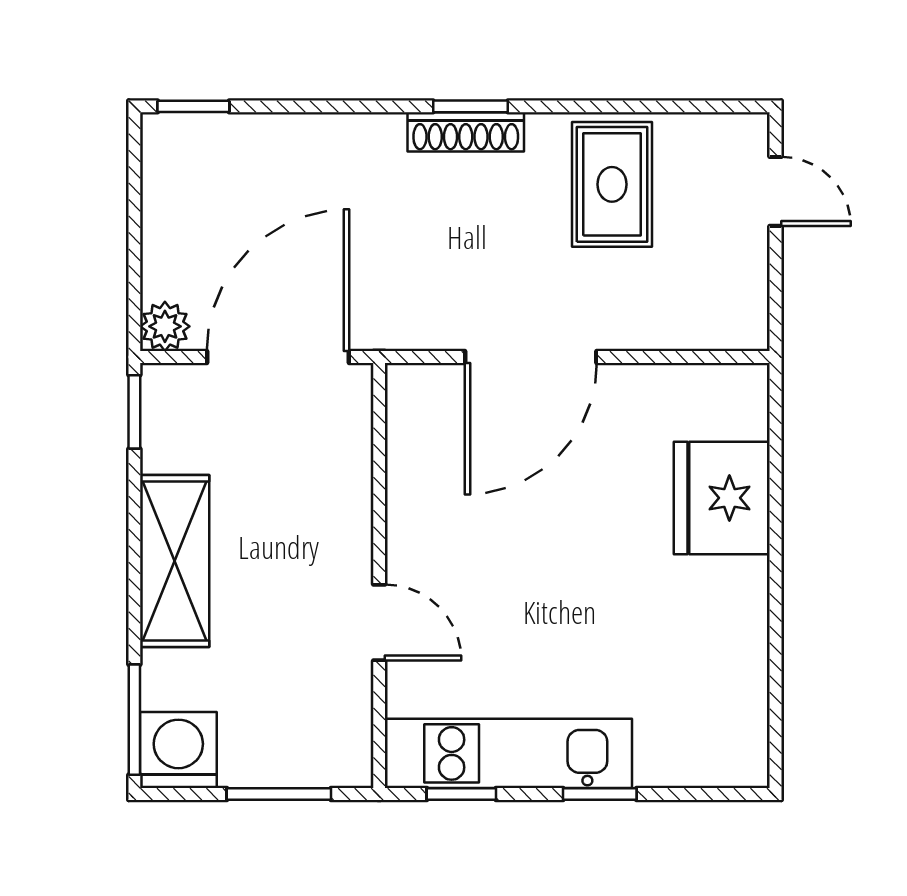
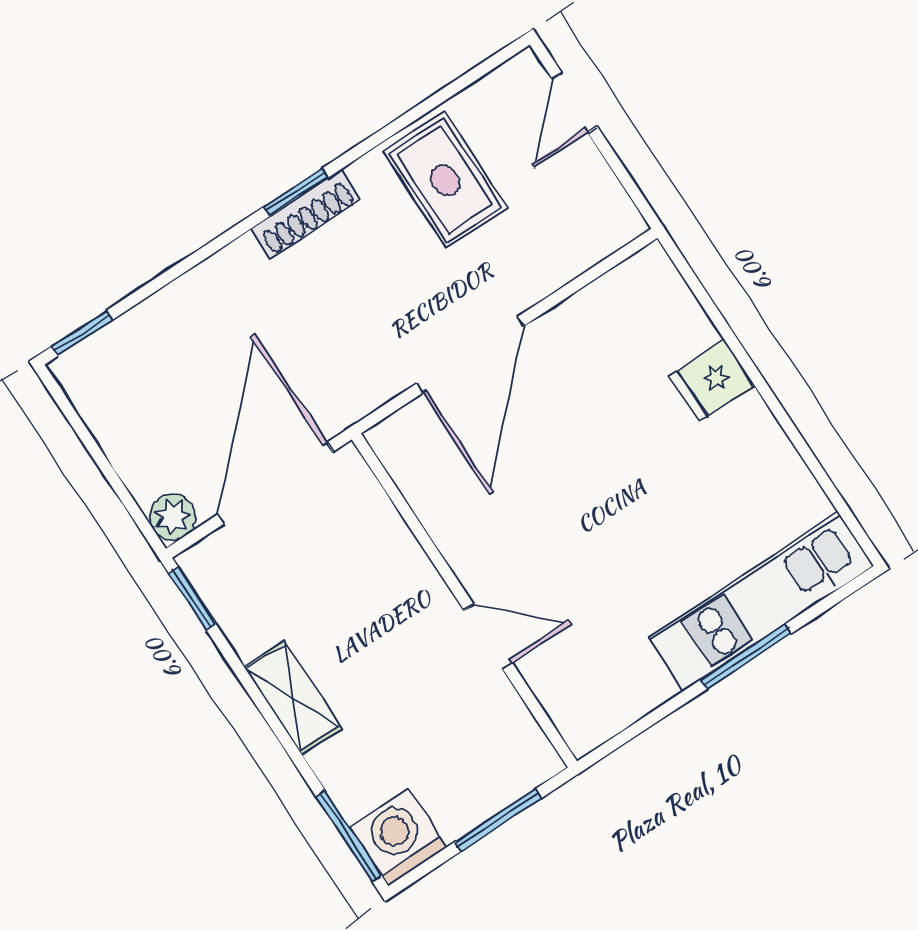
door: (775, 191) -> (575, 103), swing flipped
fridge: (722, 498) -> (712, 381), width x0.53, depth x0.75
shelving: (175, 561) -> (293, 698), width x0.67, depth x0.75
kitchen unit: (508, 753) -> (761, 602), moved
window: (461, 794) -> (639, 727), removed
window: (600, 794) -> (746, 657), width x1.50

